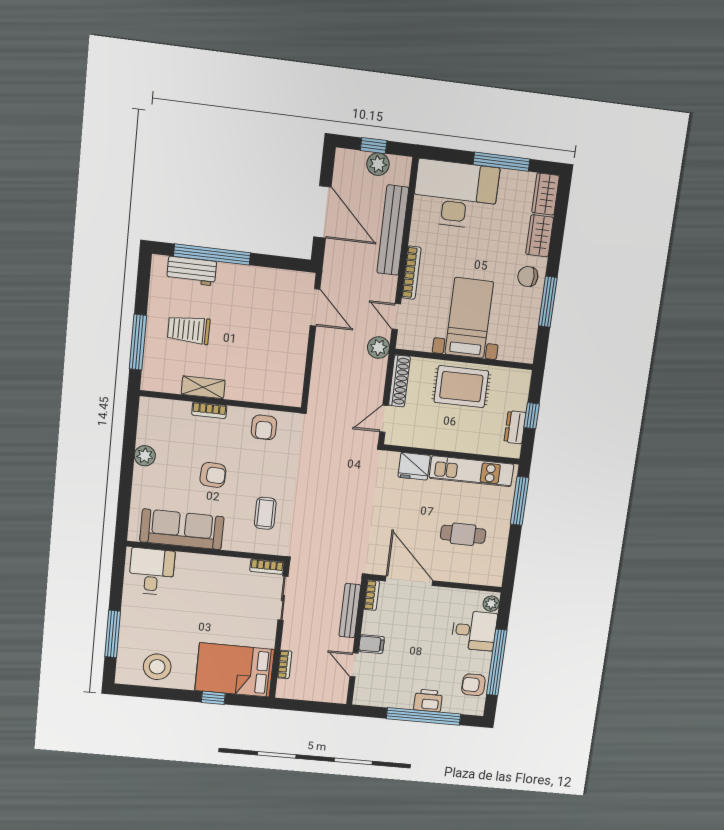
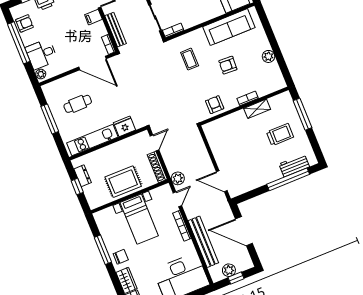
door: (396, 317) -> (177, 199), hinge flipped
window: (520, 501) -> (50, 119), moved

